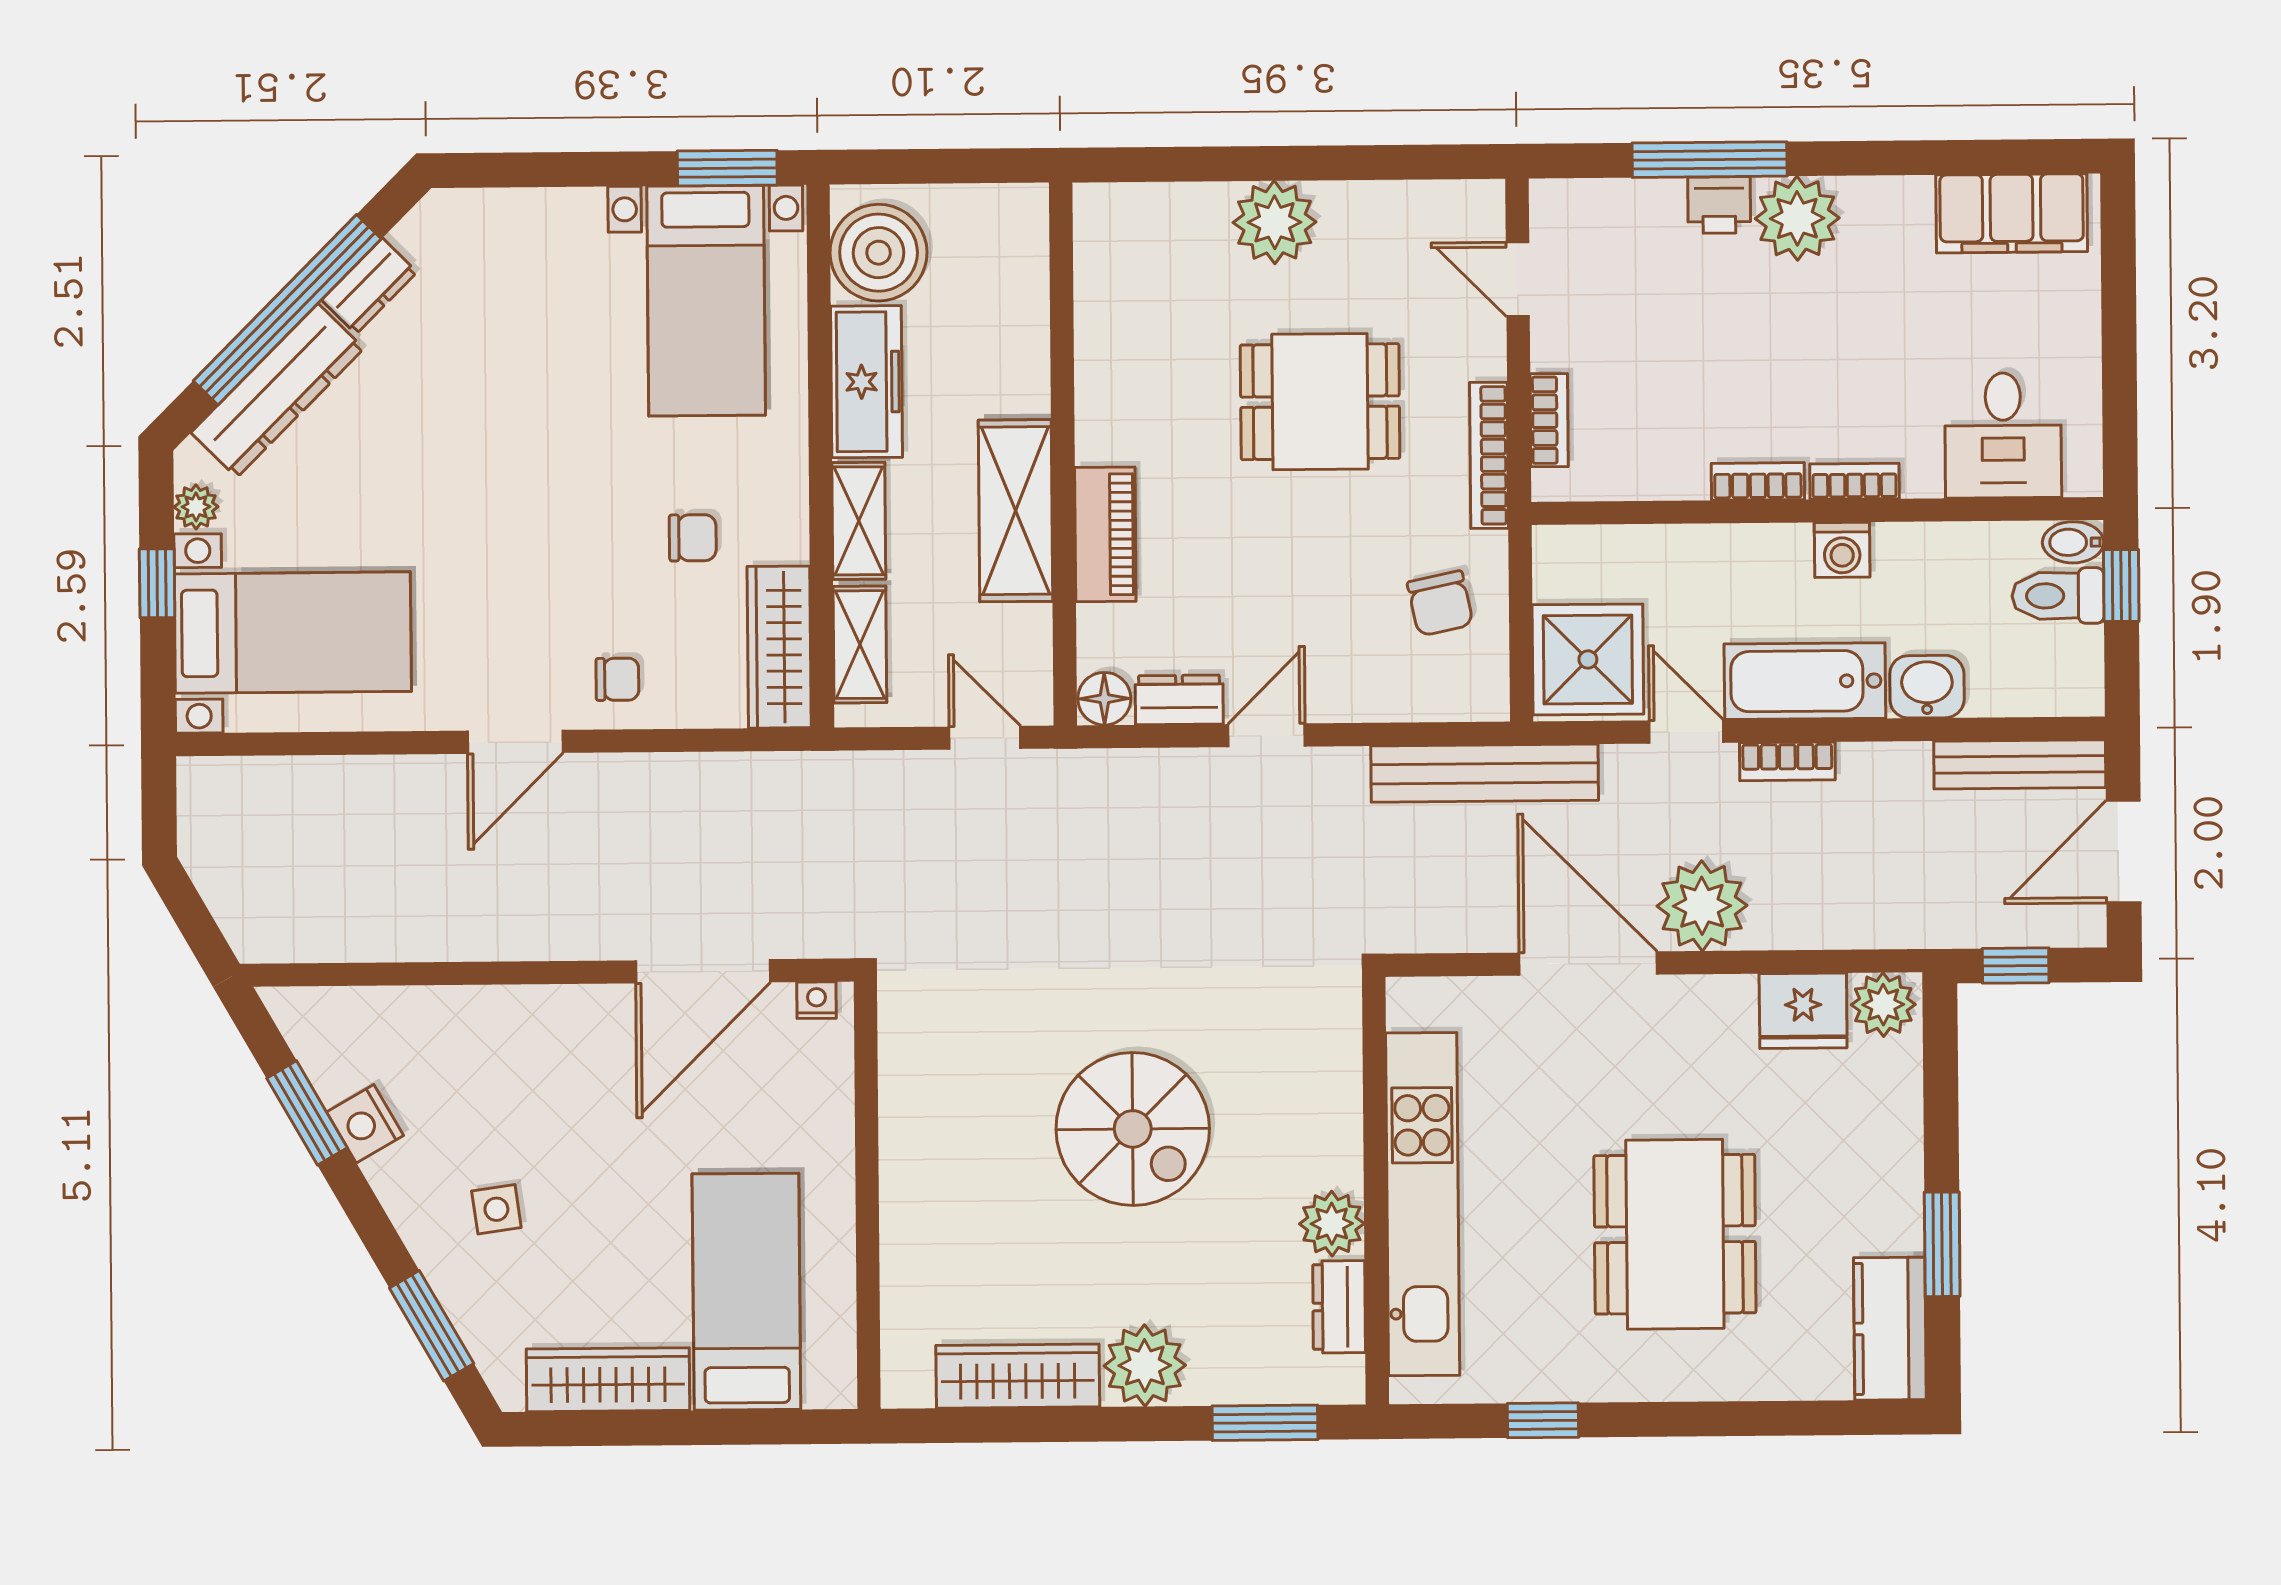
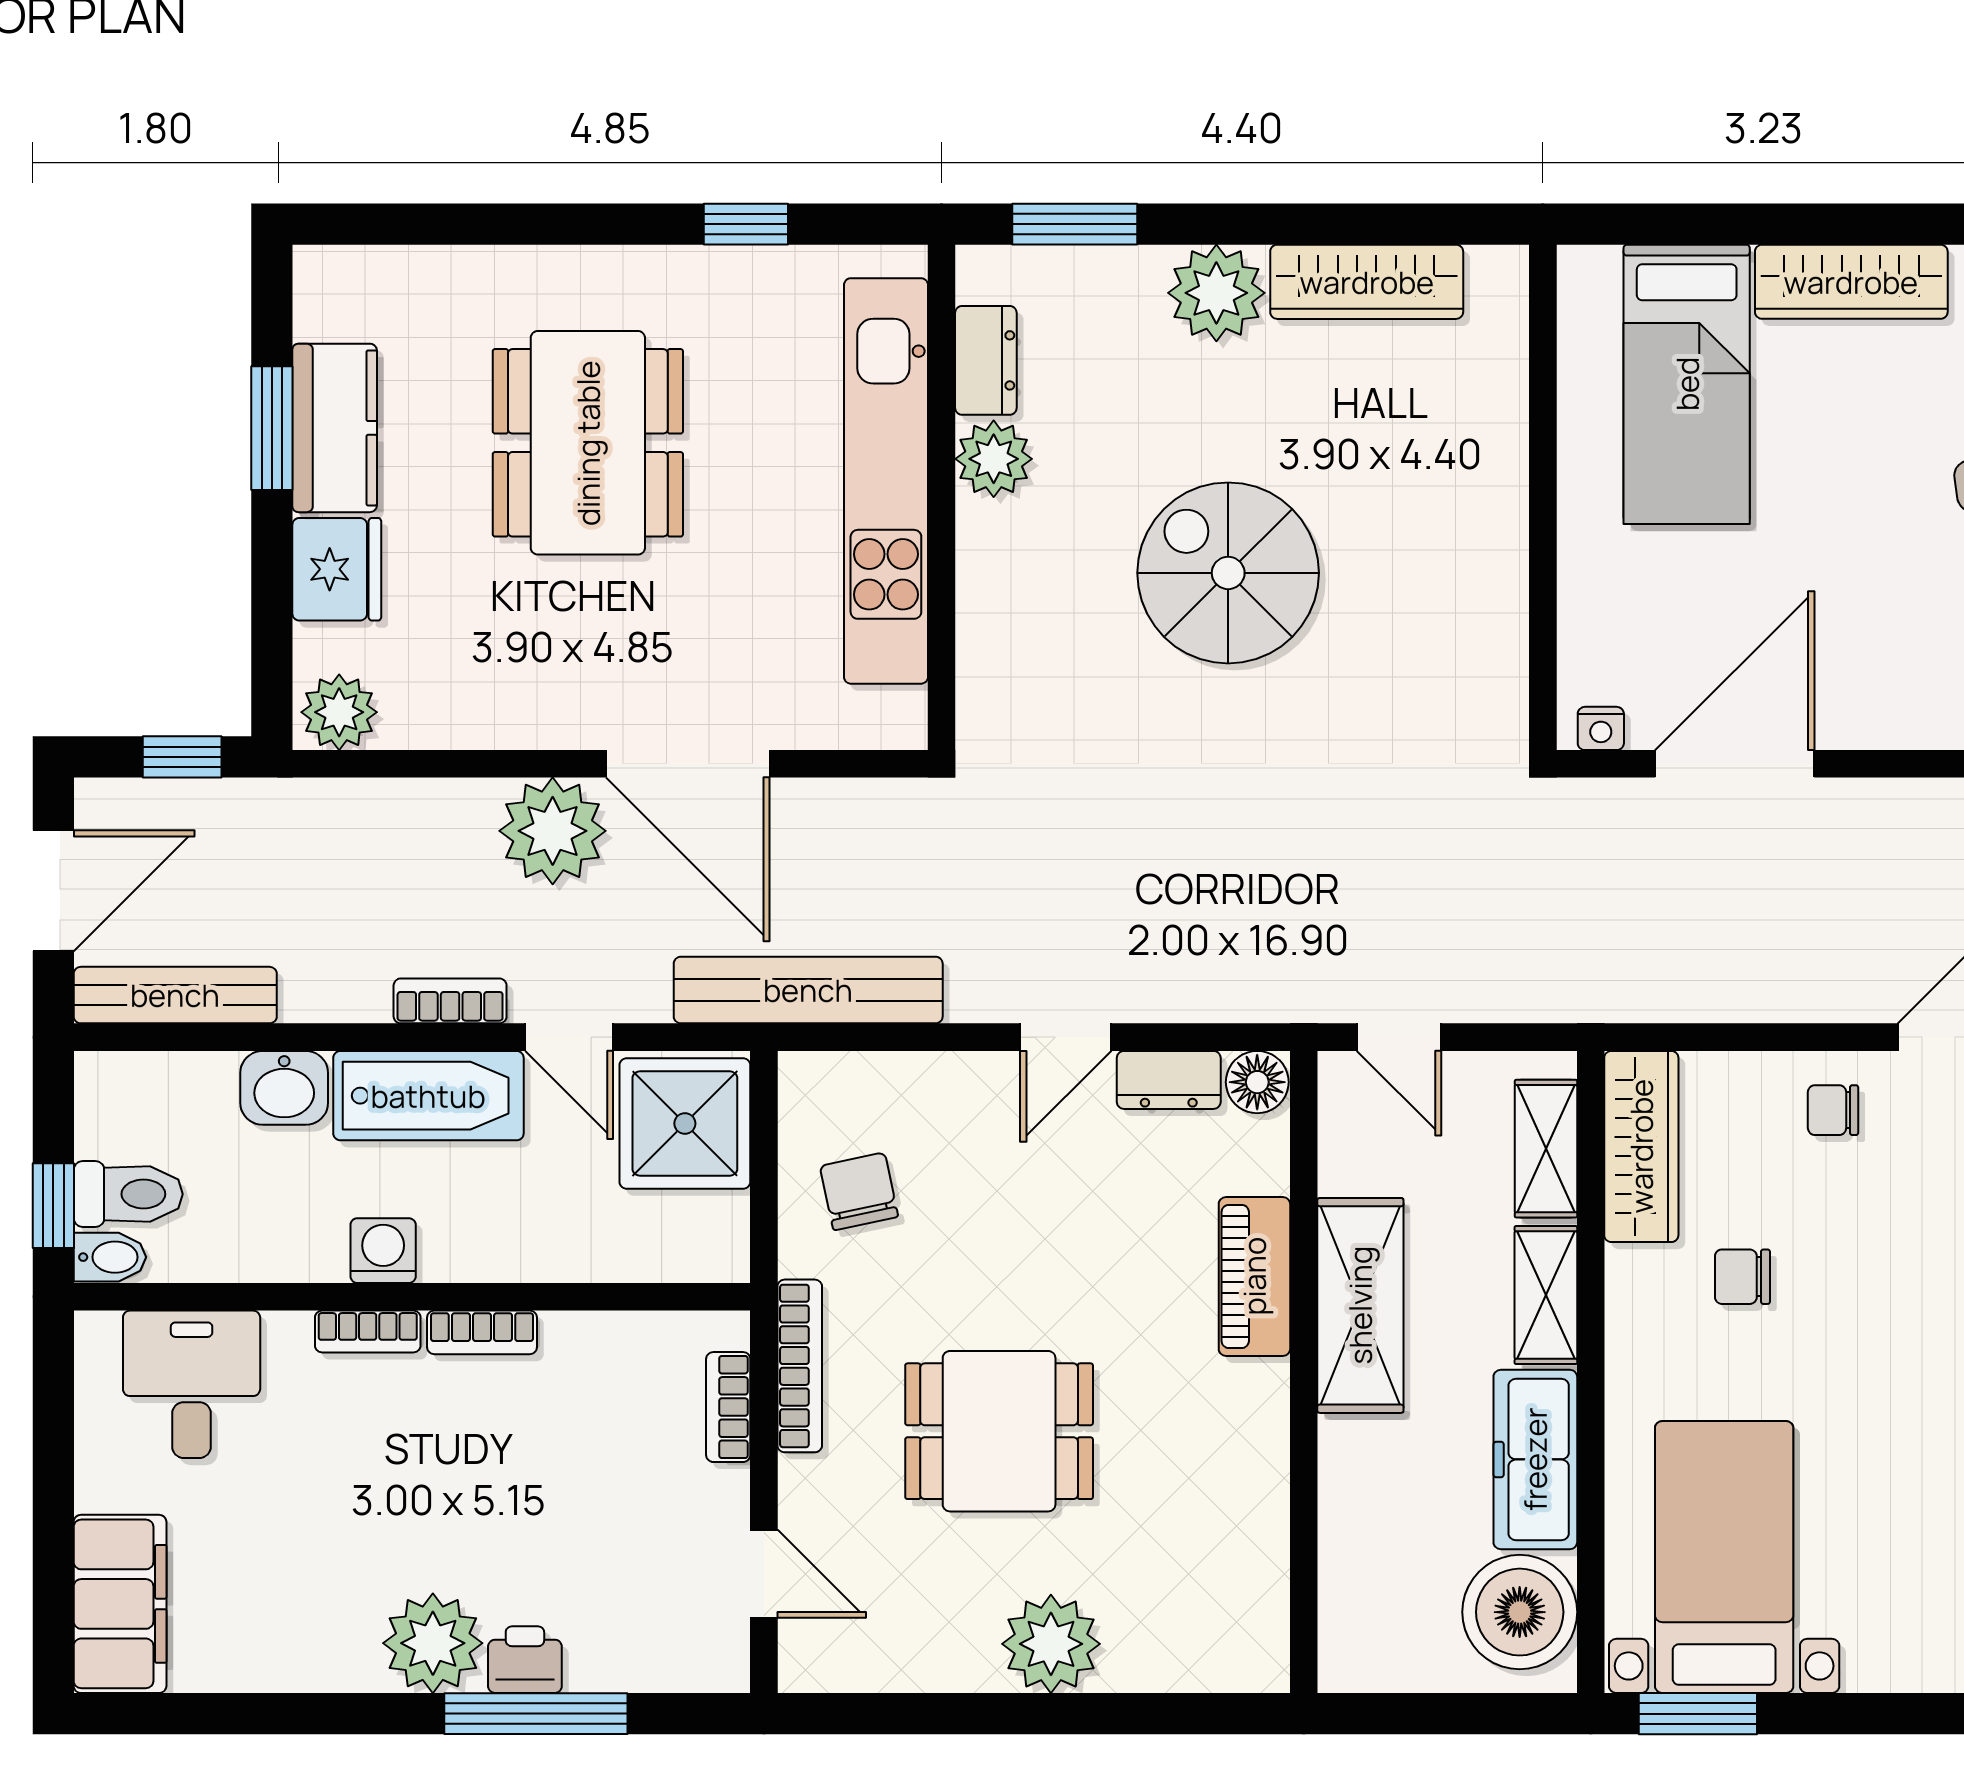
filing cabinet: (2012, 213) -> (120, 1604), moved, turned 90
fridge: (1803, 1011) -> (337, 569), moved, turned 90
kitchen counter: (1890, 1329) -> (335, 428), moved

